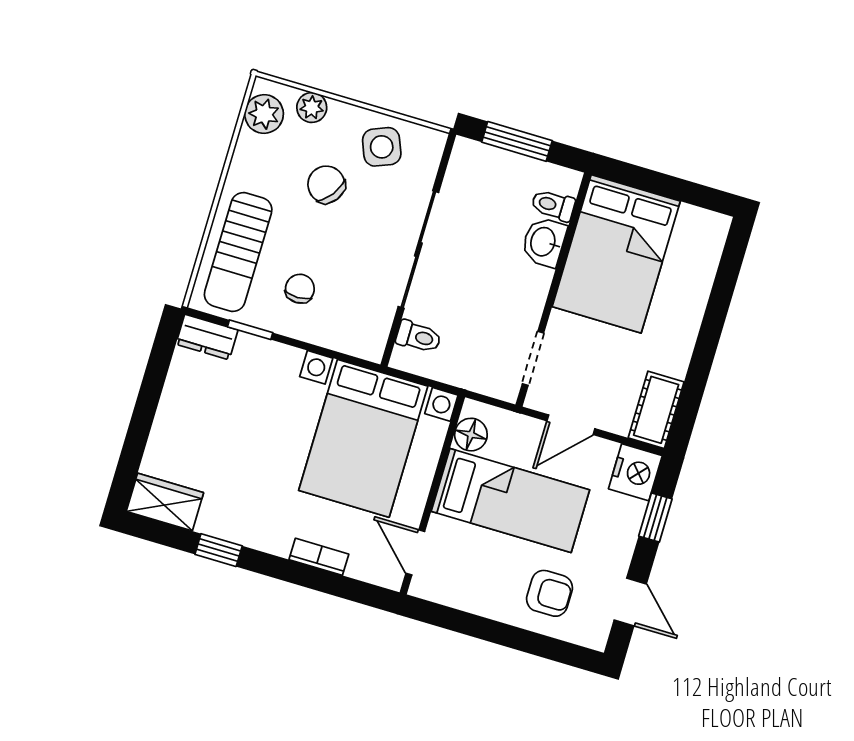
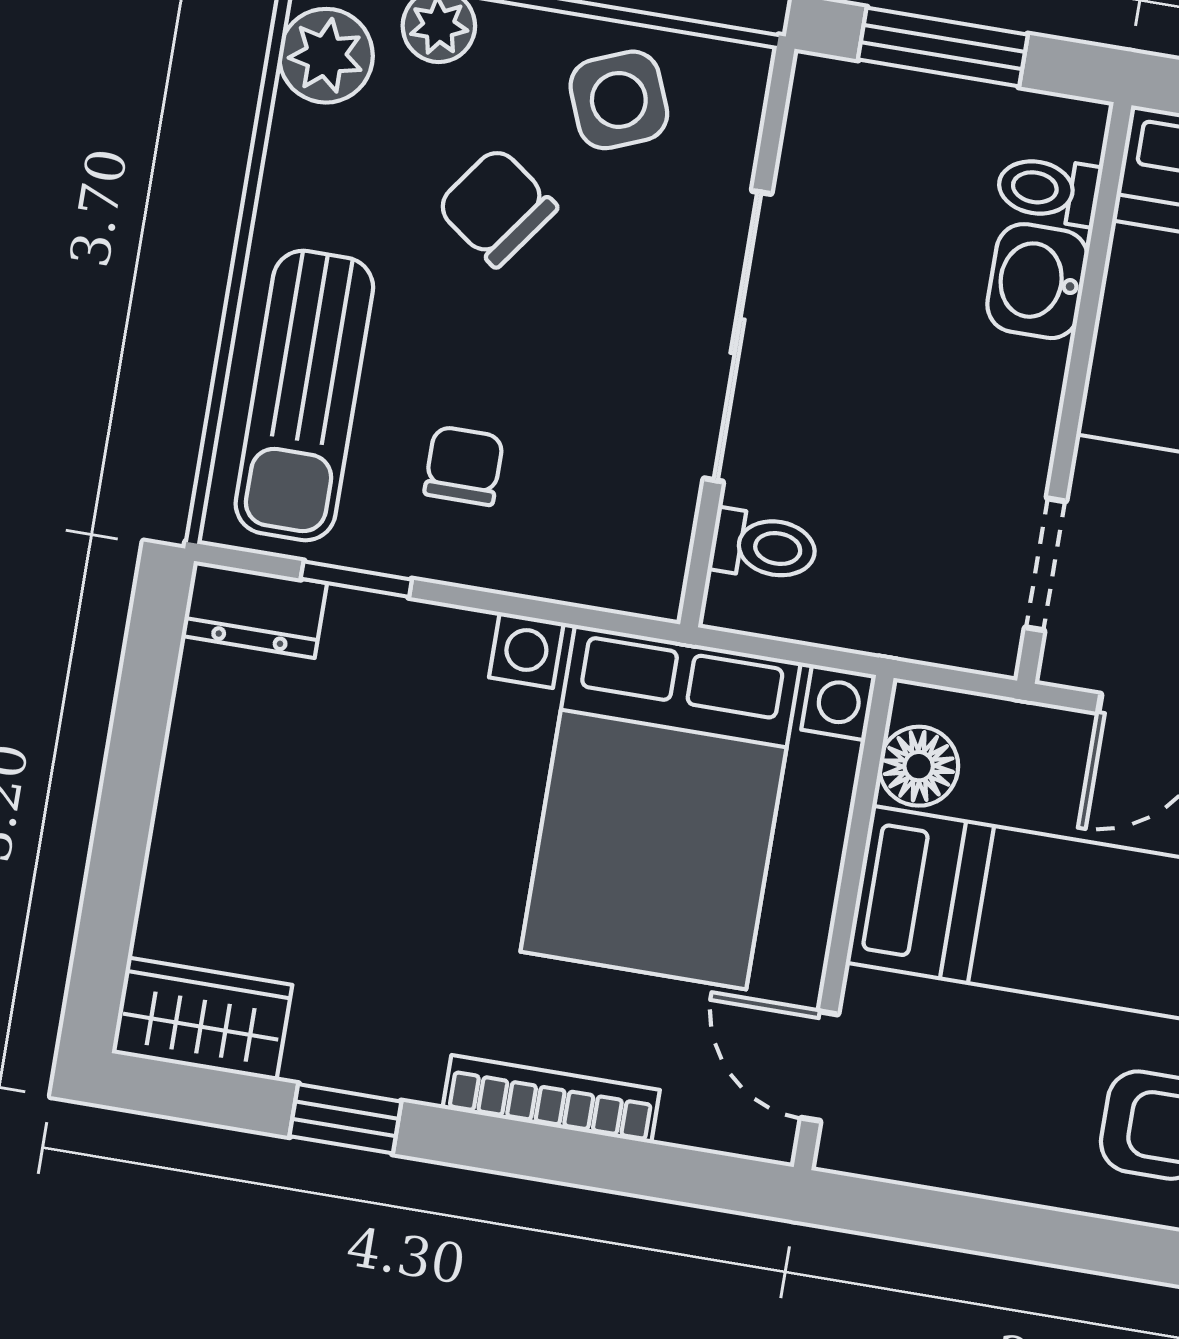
bookcase: (319, 557) -> (551, 1099), width x1.56

